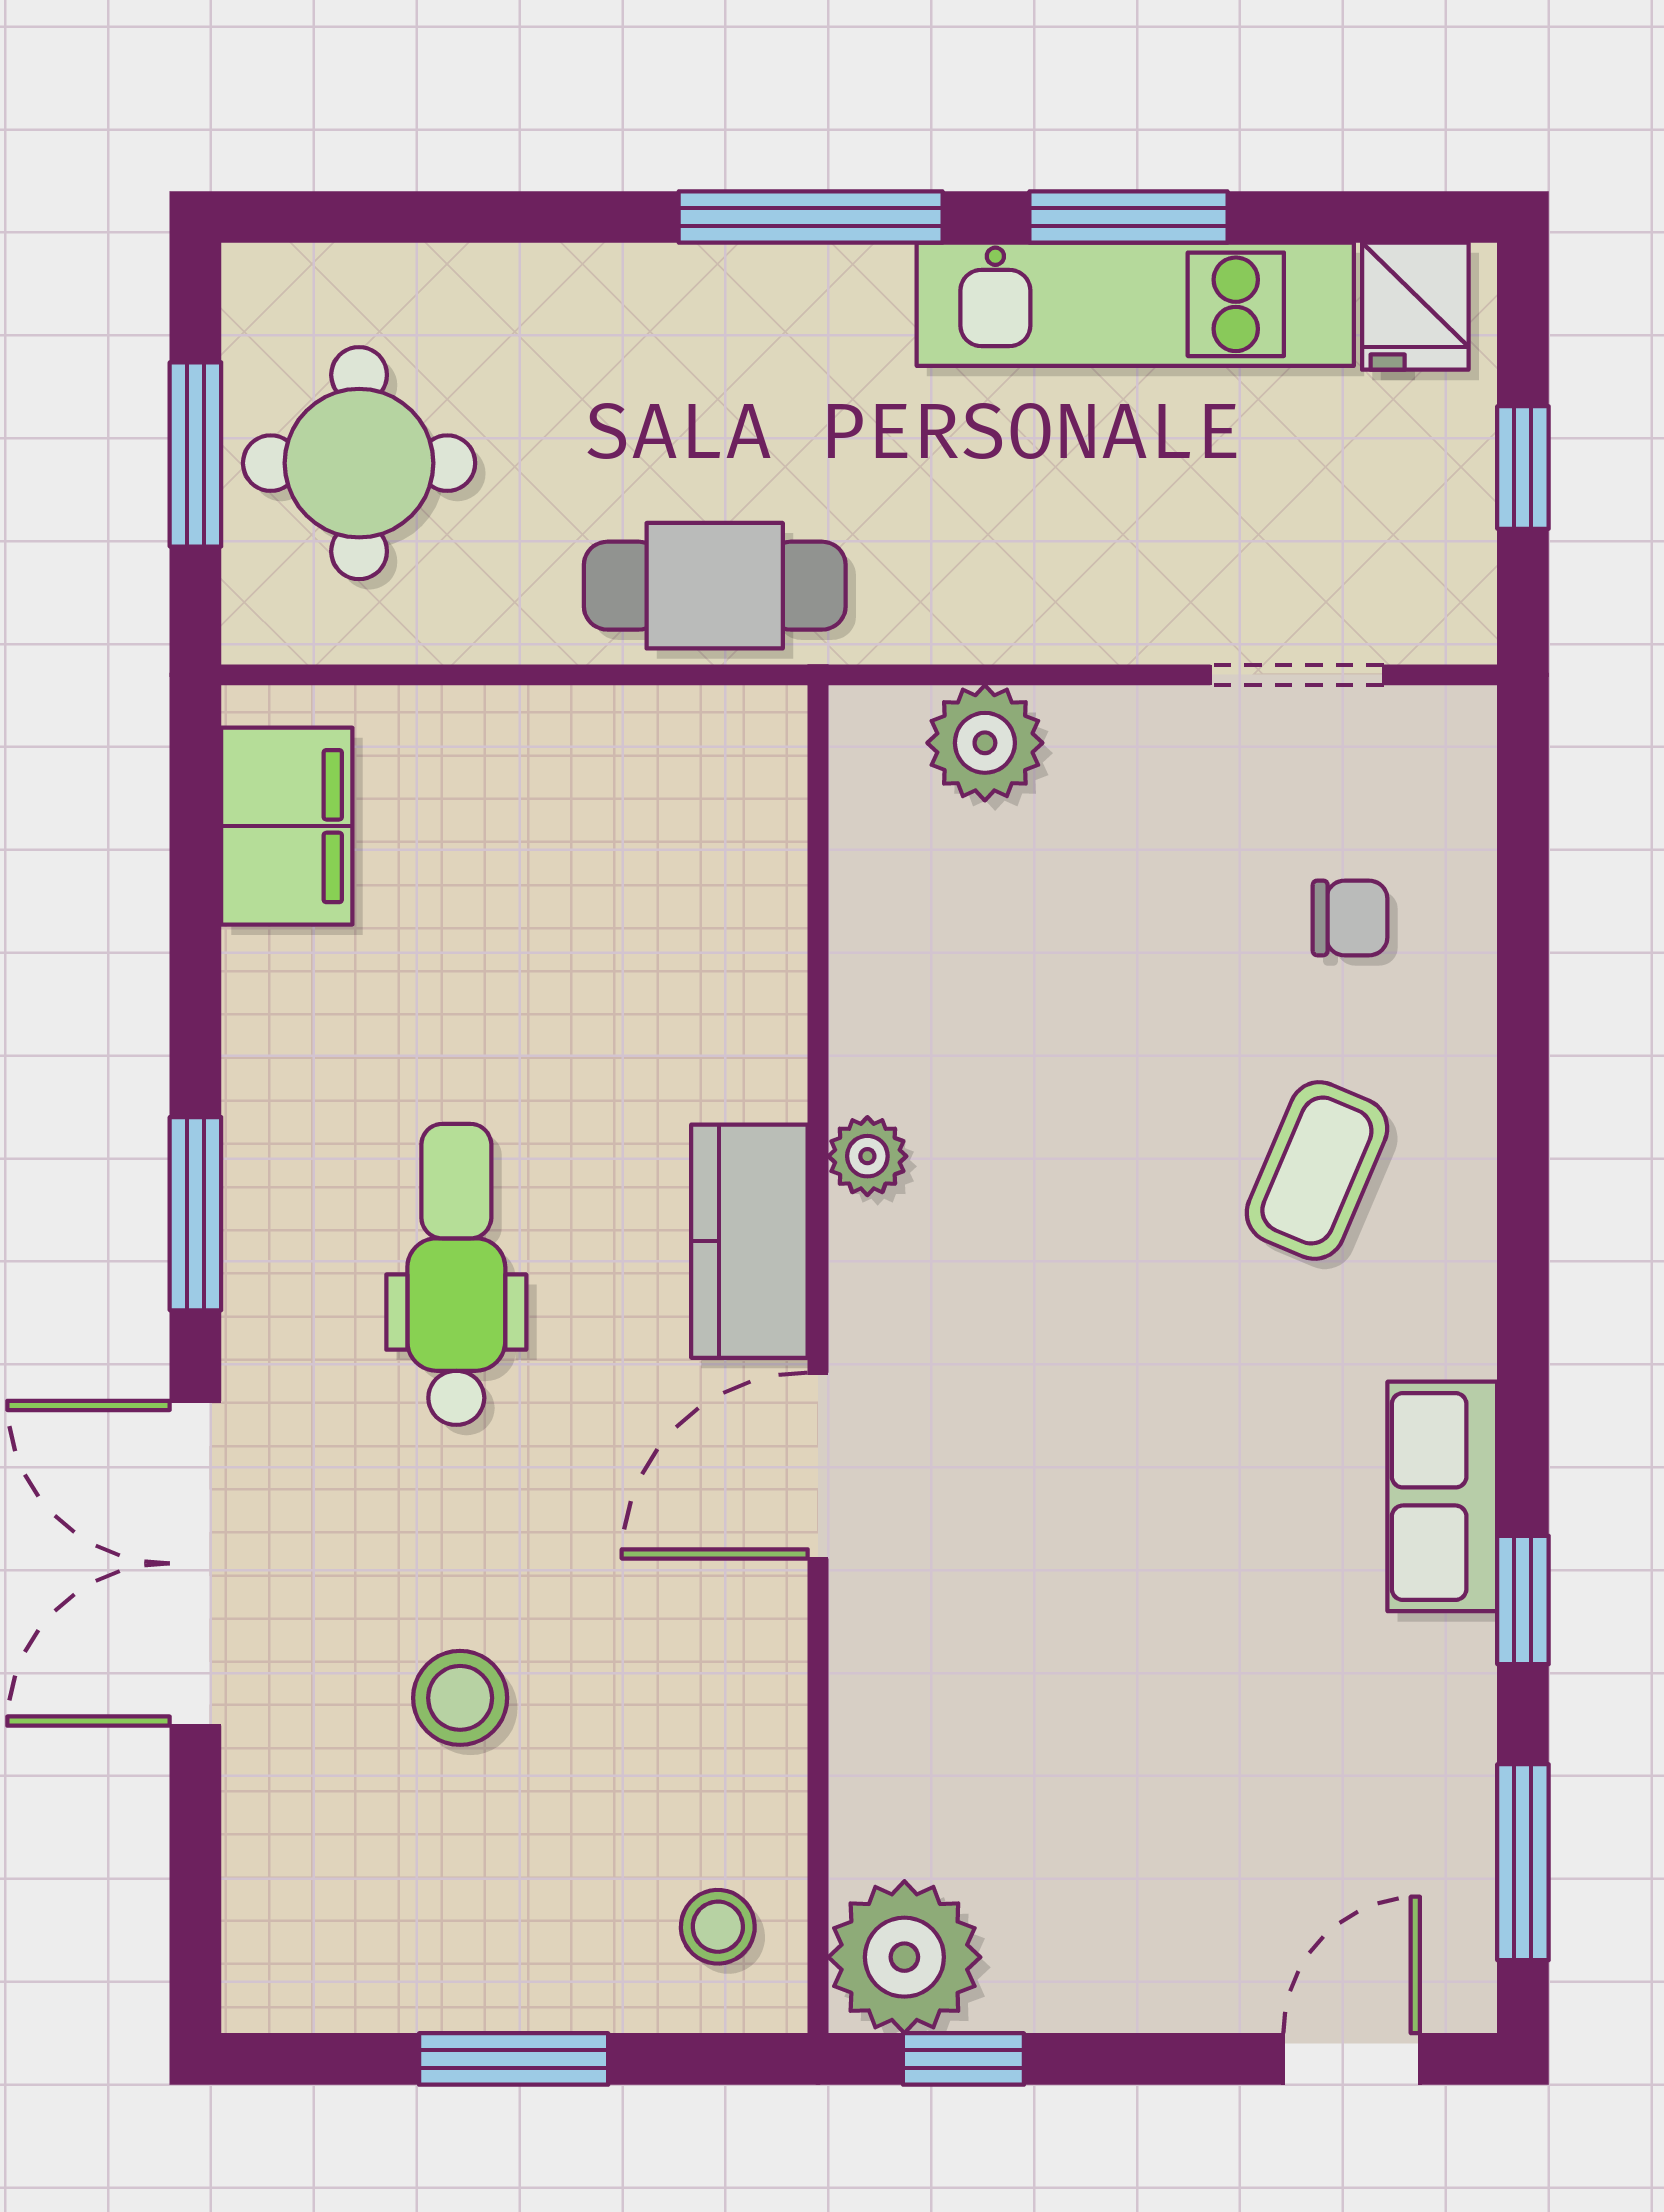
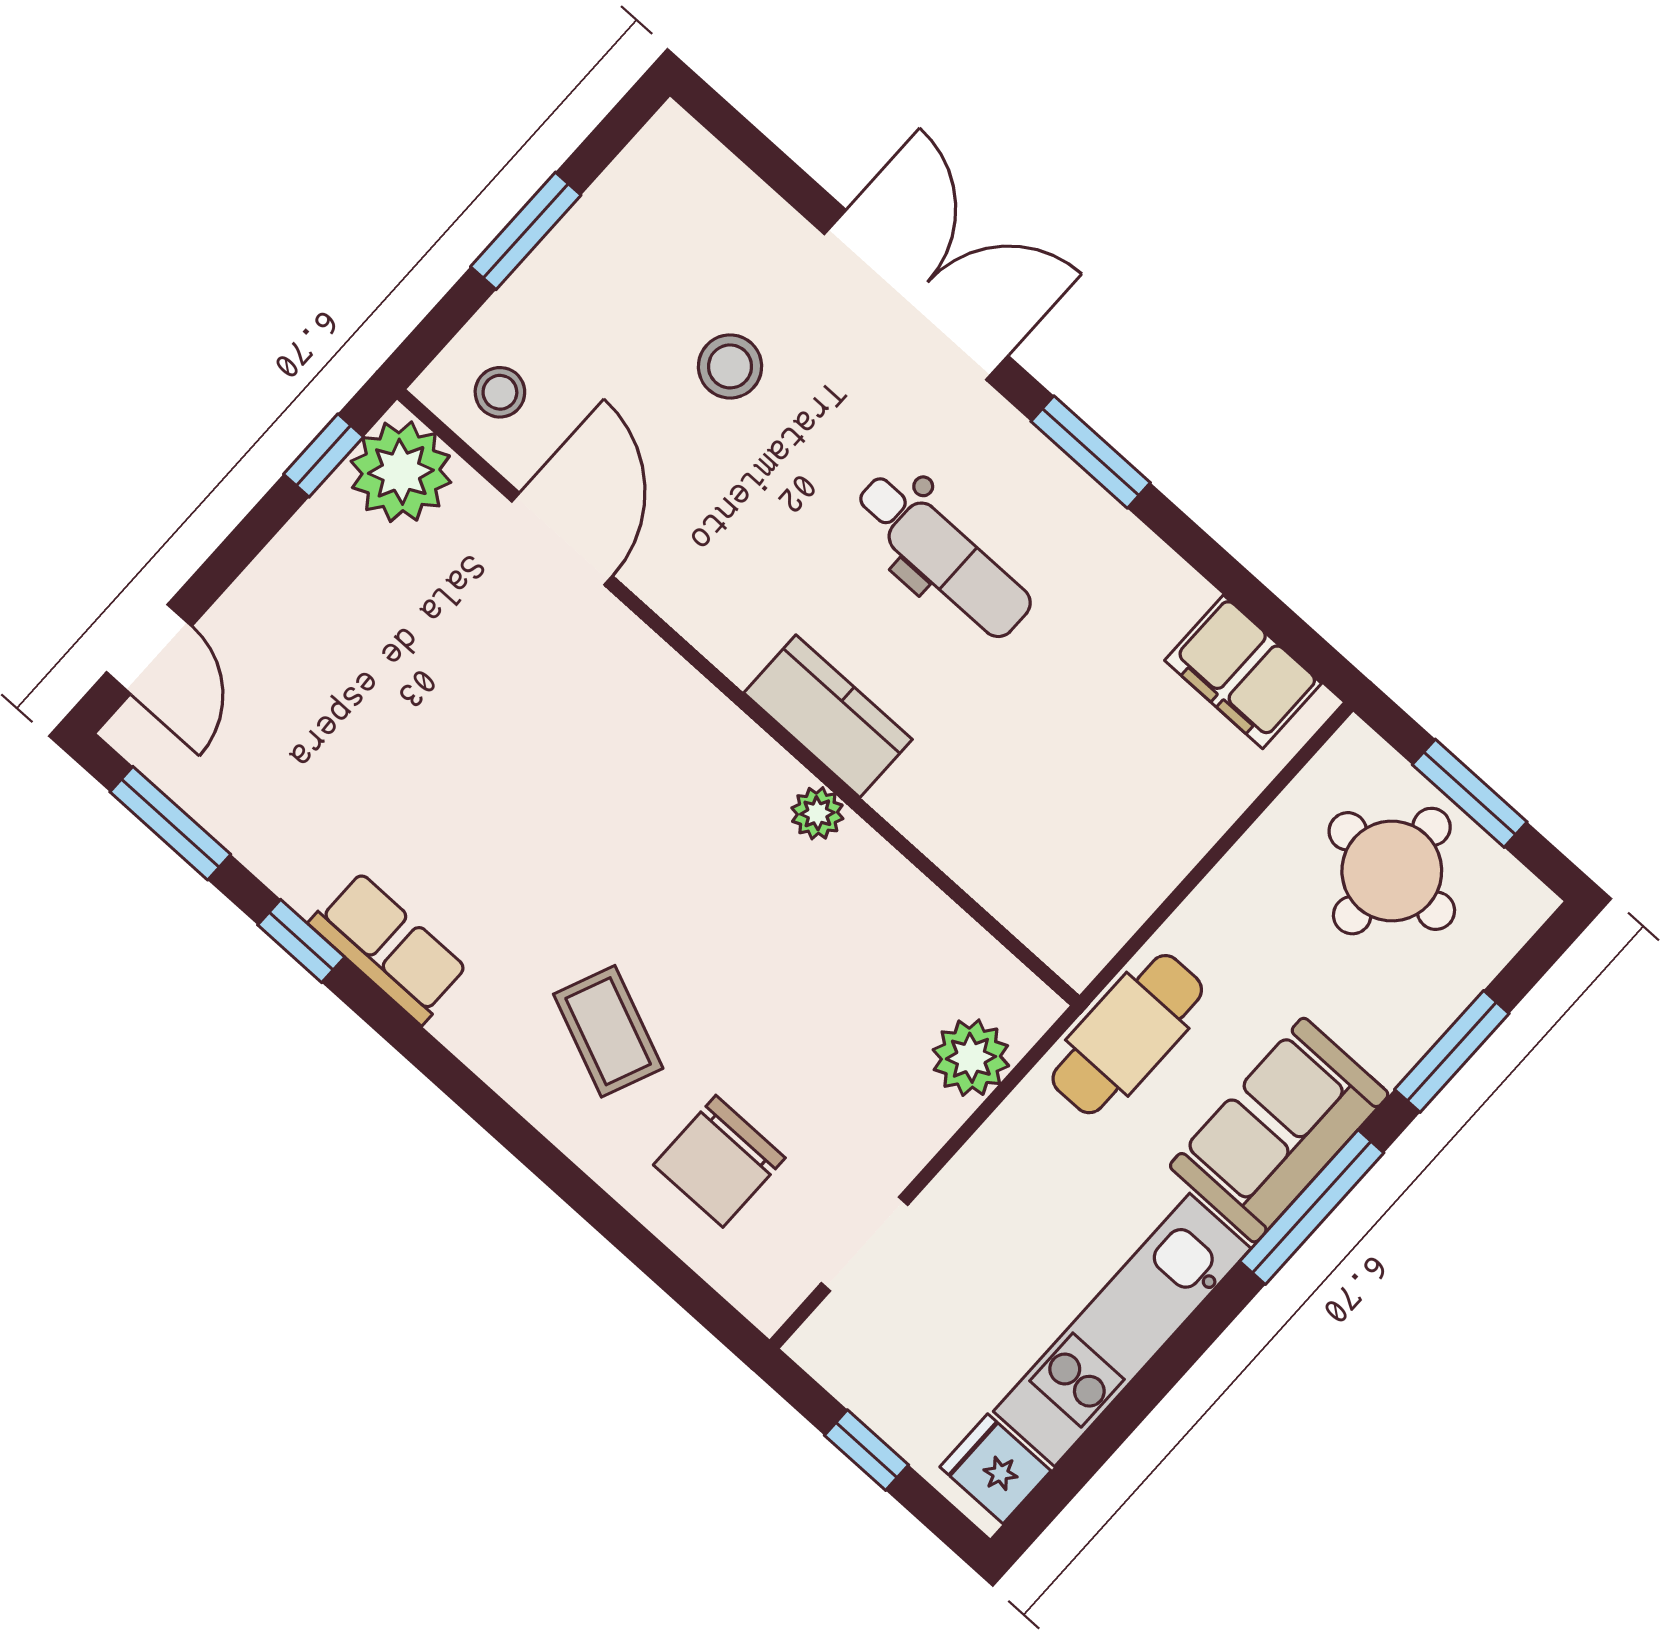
window: (1128, 217) -> (1452, 1051), moved
sofa: (758, 330) -> (1279, 1130), added
cafe table: (715, 586) -> (1127, 1034), moved
chair: (1350, 918) -> (719, 1161), width x1.87, depth x1.87
door: (818, 1466) -> (562, 539), moved

